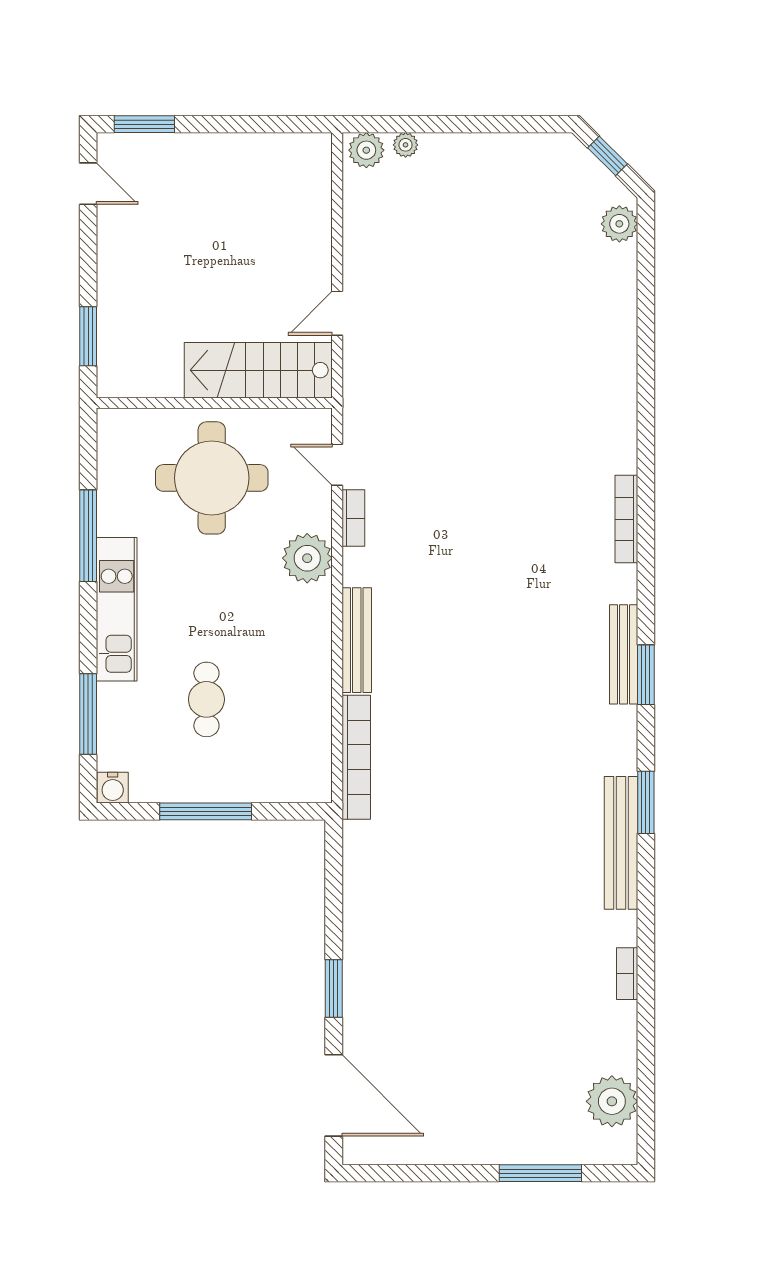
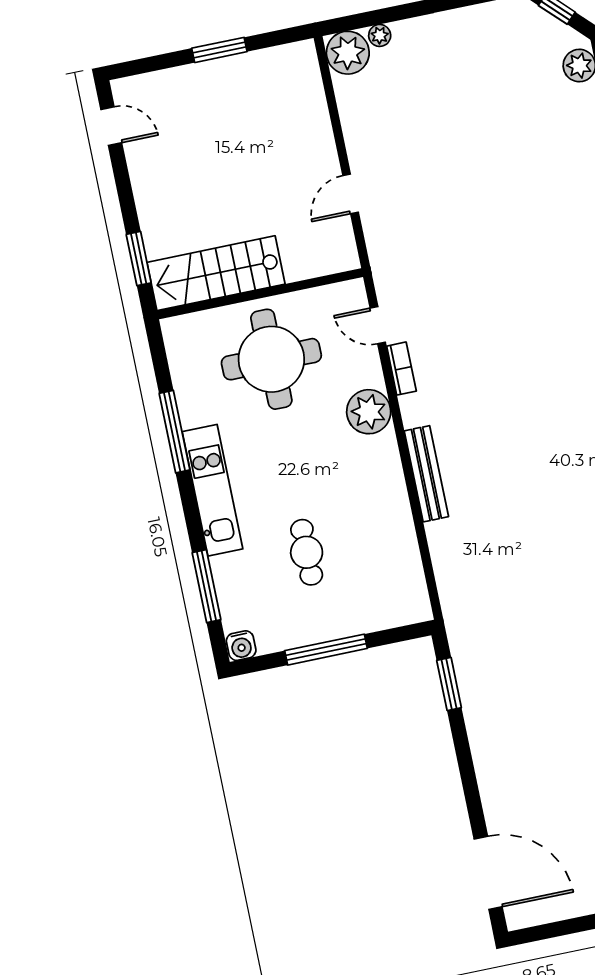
window: (144, 124) -> (219, 50), moved
plant: (366, 150) -> (348, 53), width x1.36, depth x1.36
stairs: (258, 370) -> (216, 273), moved
bookcase: (356, 757) -> (447, 576), removed
window: (334, 988) -> (449, 684), moved

